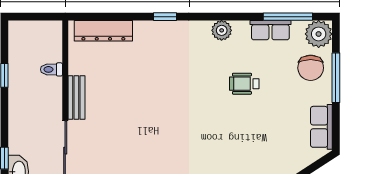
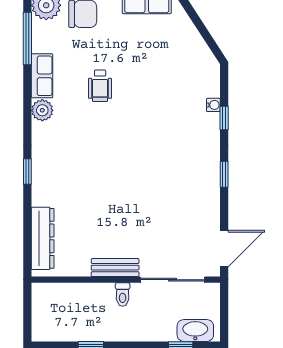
row of seats: (270, 30) -> (42, 76), moved
toilet: (51, 69) -> (123, 295), moved

